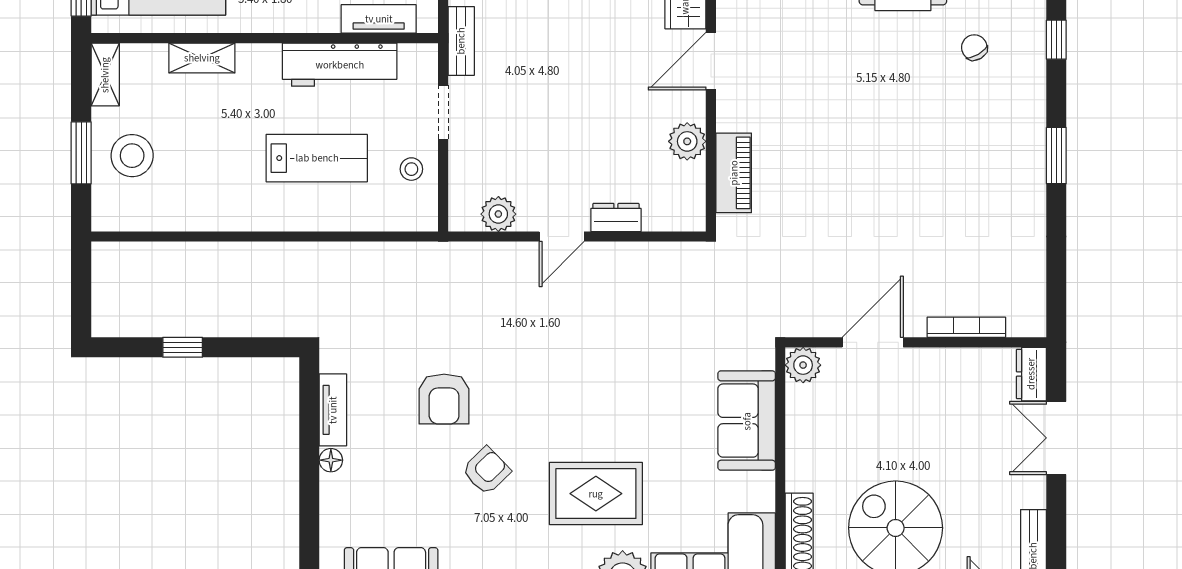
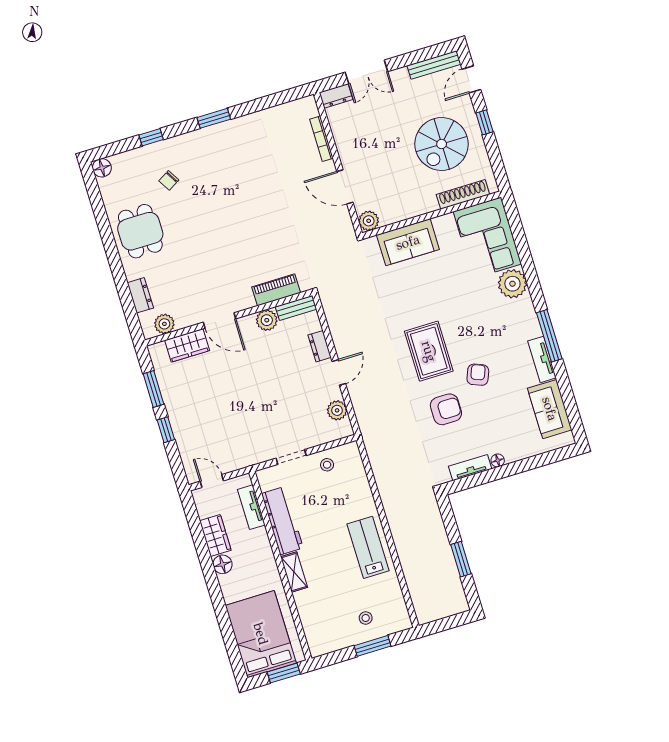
bench: (461, 41) -> (296, 308), moved
shelving: (202, 58) -> (294, 572), moved
shelving: (105, 75) -> (326, 646), removed
stool: (132, 156) -> (366, 618), width x0.53, depth x0.53
lab bench: (317, 158) -> (368, 547), moved
door: (562, 237) -> (339, 372), hinge flipped
window: (183, 347) -> (461, 559), width x1.50
armchair: (486, 471) -> (478, 375), turned 66
rug: (596, 494) -> (429, 351), moved

